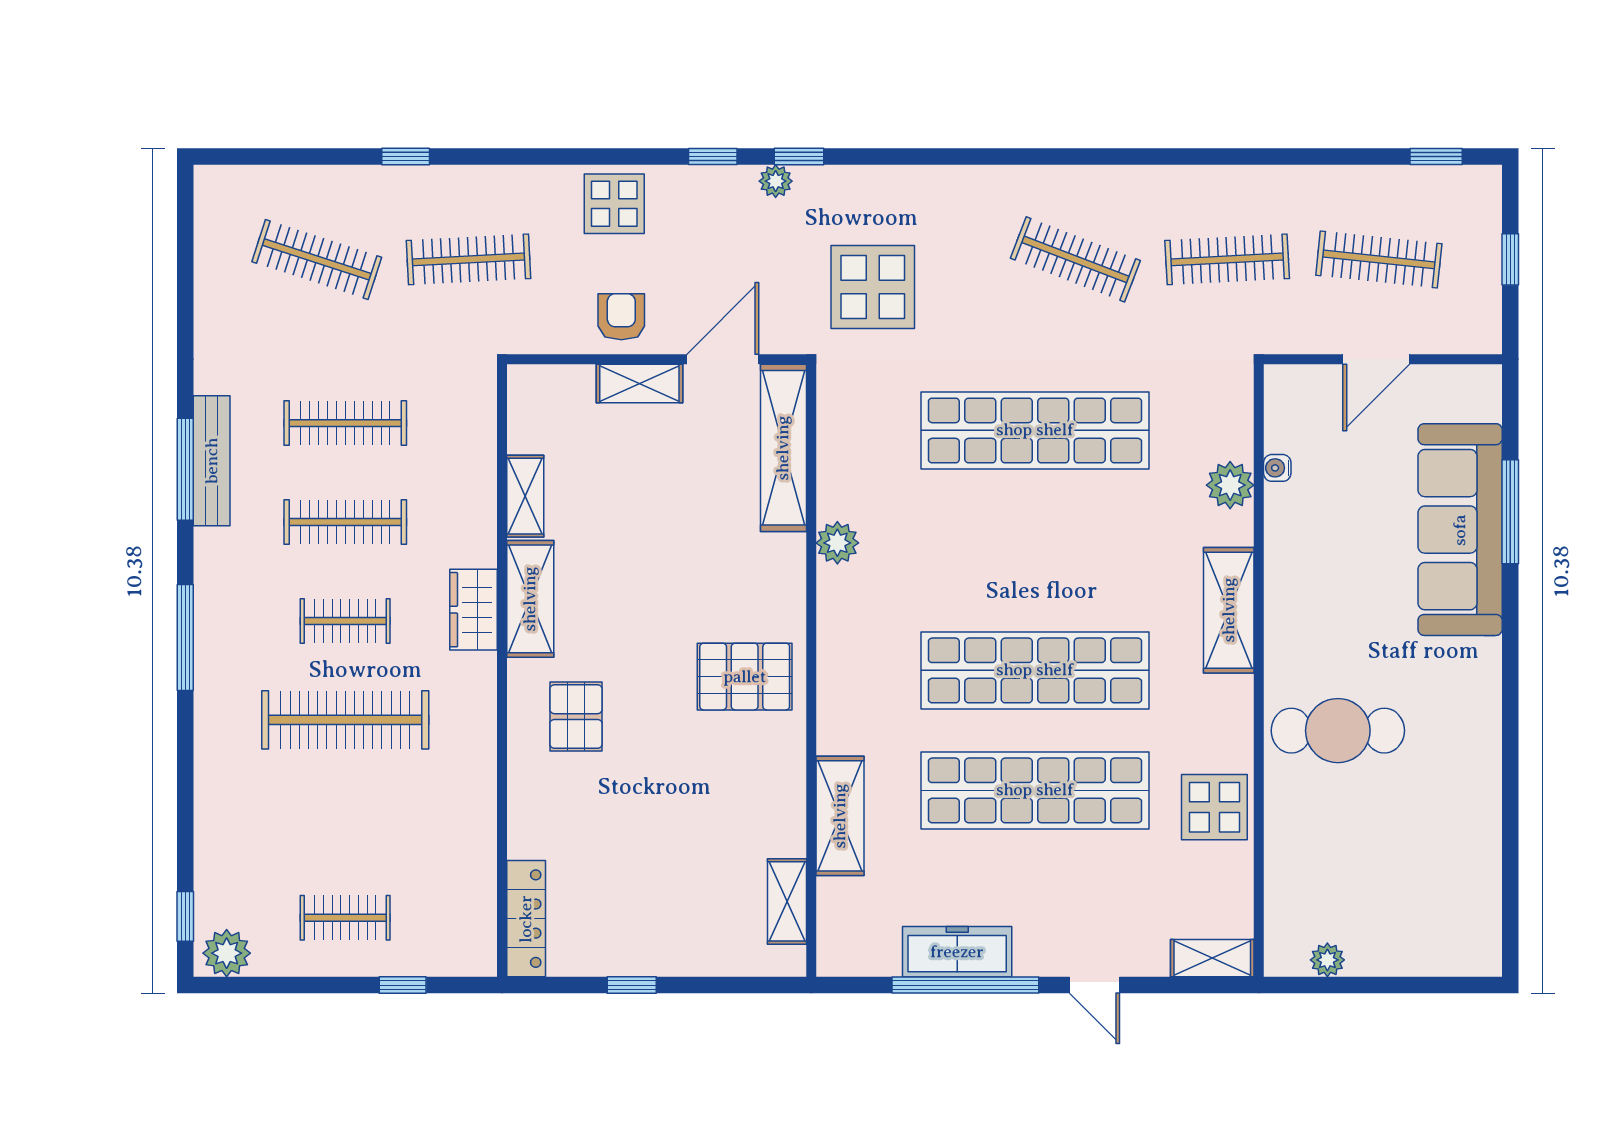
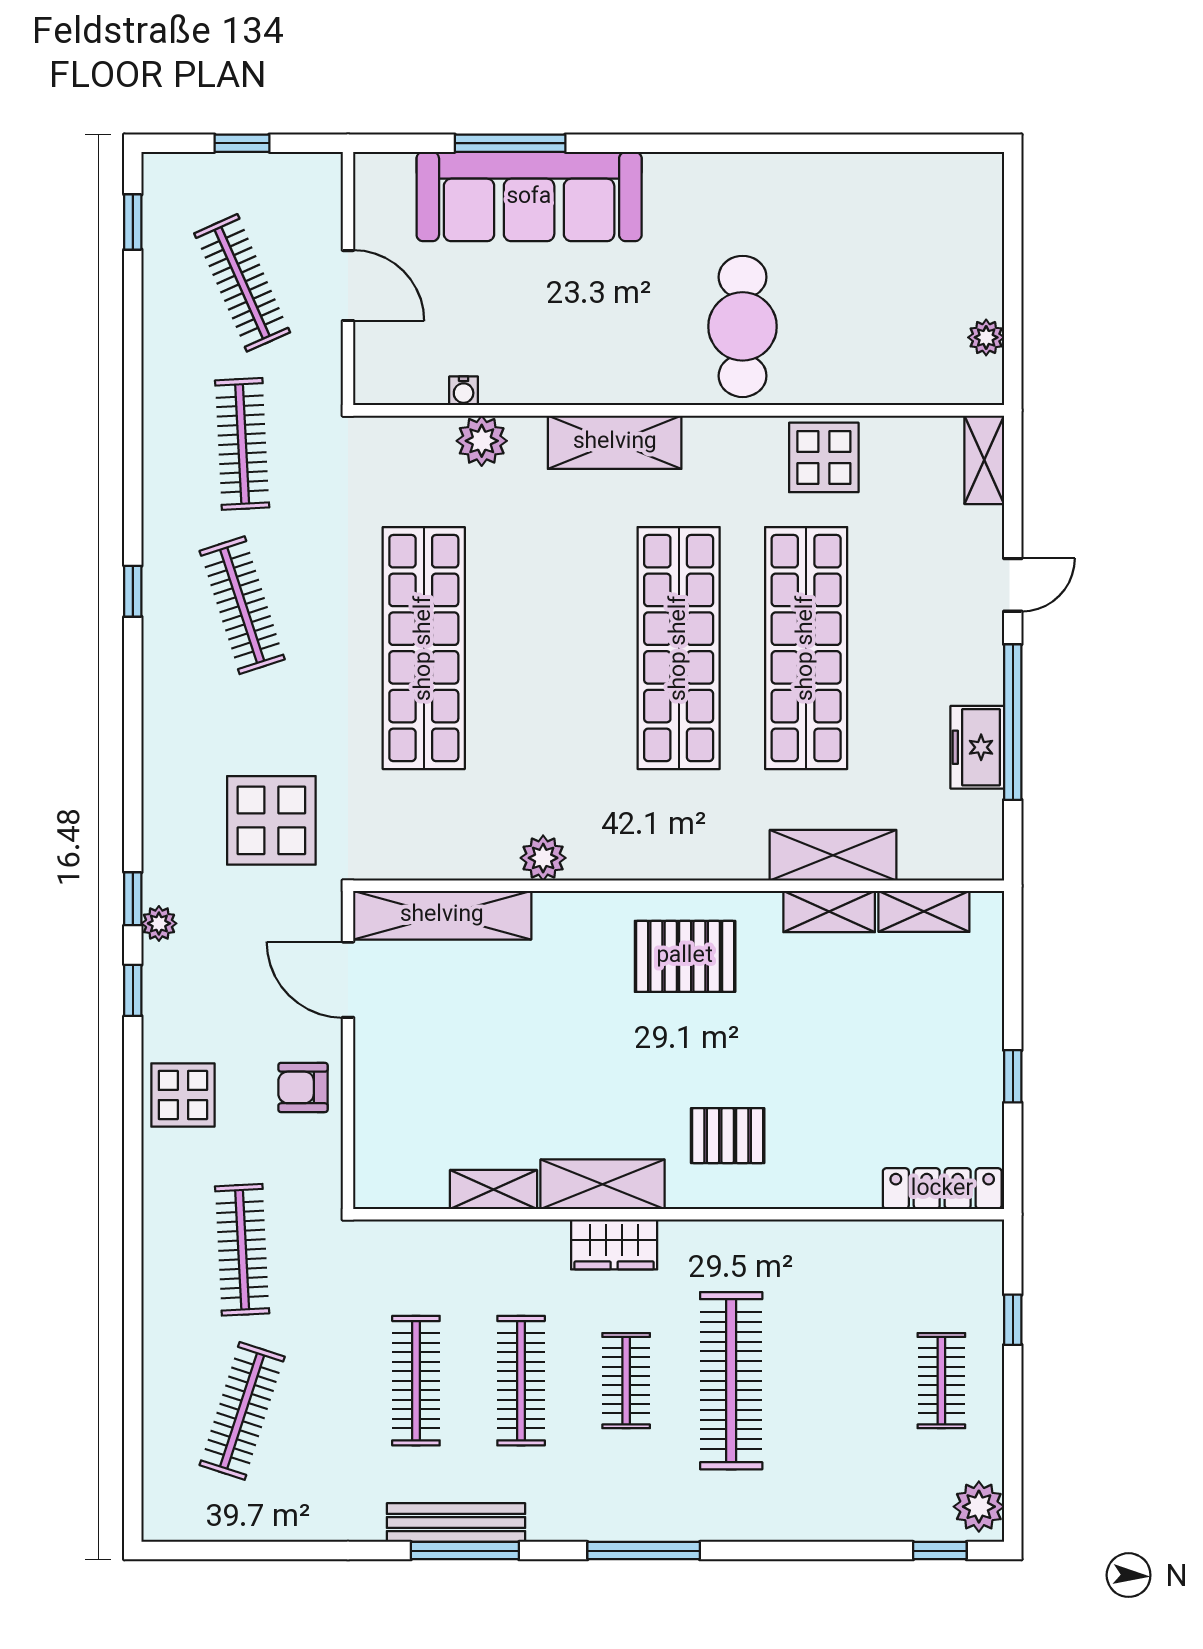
window: (406, 156) -> (133, 591), moved
clothes rail: (1075, 259) -> (242, 605), turned -39
clothes rail: (1379, 259) -> (242, 283), turned -30
shelving: (639, 383) -> (829, 912), moved, turned 90
pallet: (745, 677) -> (685, 956), turned 90
freezer: (957, 952) -> (977, 747), width x0.71

